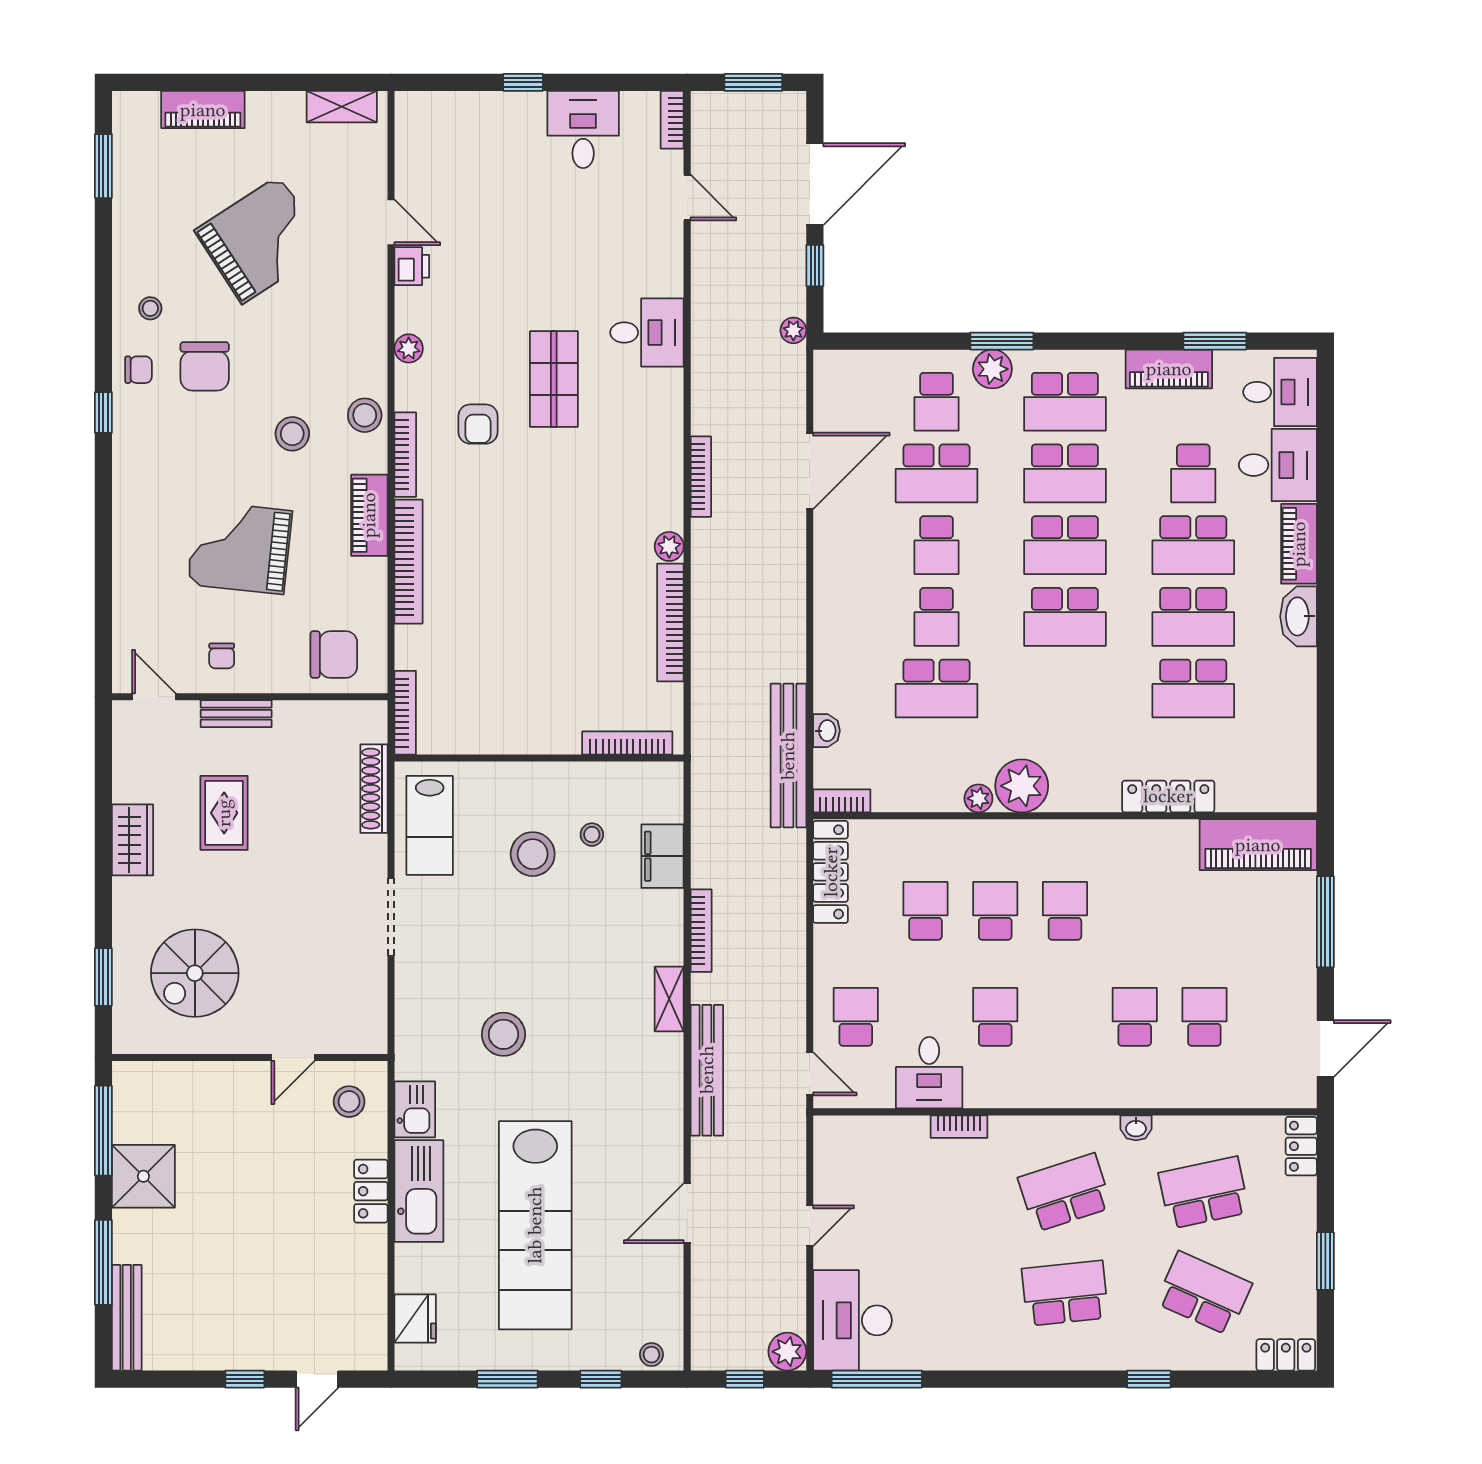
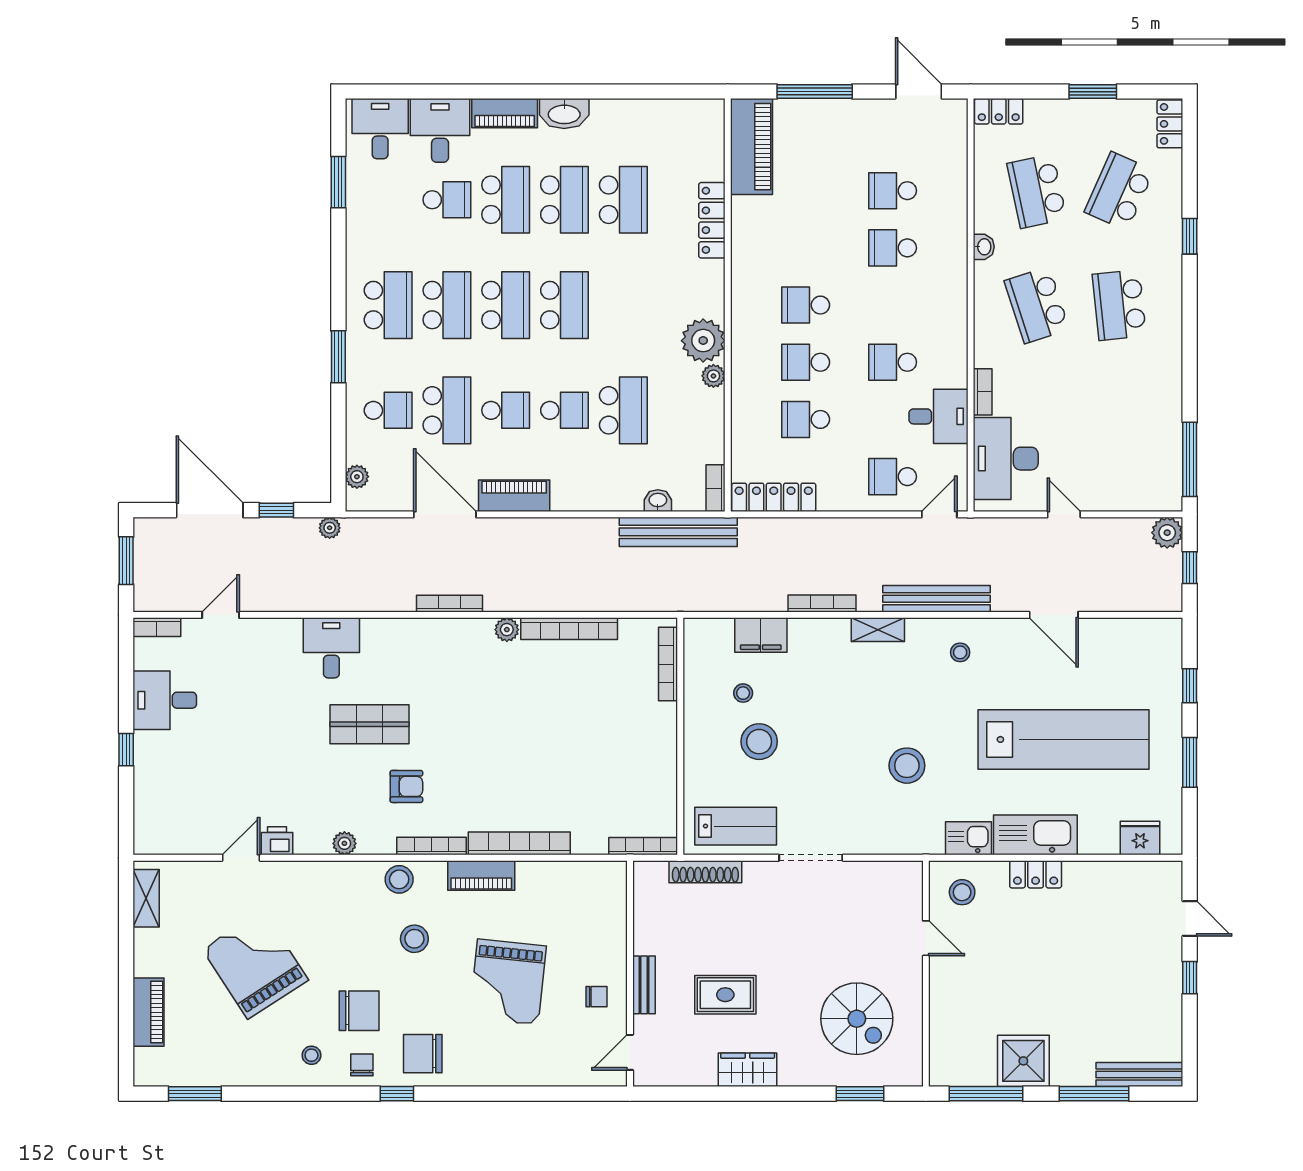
plant: (992, 369) -> (357, 477), moved, width x0.73, depth x0.73
piano: (1169, 369) -> (514, 496), moved, turned -90
chair: (334, 654) -> (423, 1054), moved, turned -90
desk: (852, 1320) -> (1006, 459), moved, turned 90
stool: (651, 1355) -> (960, 652), moved

